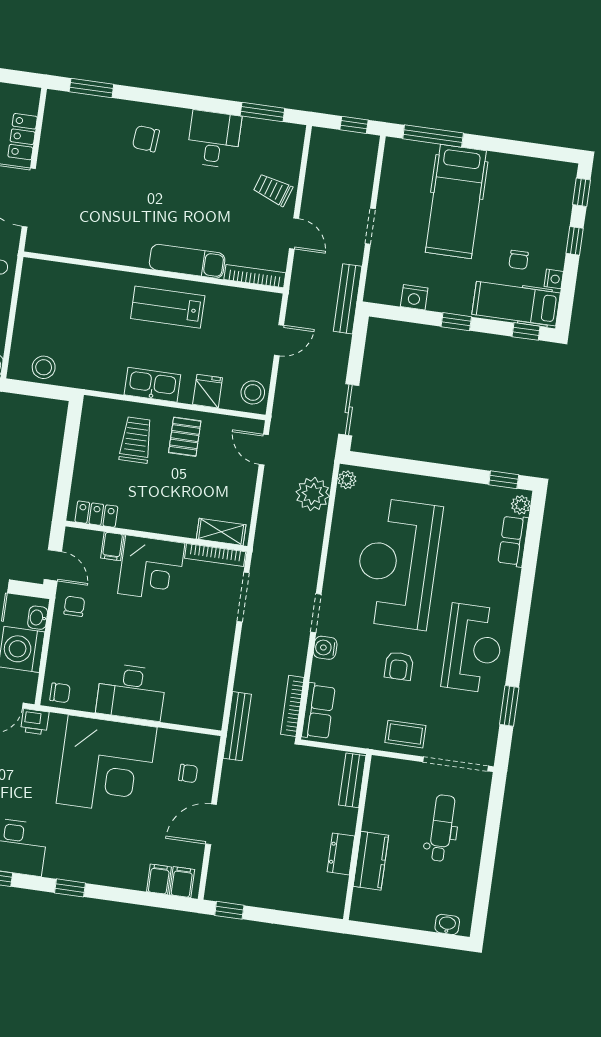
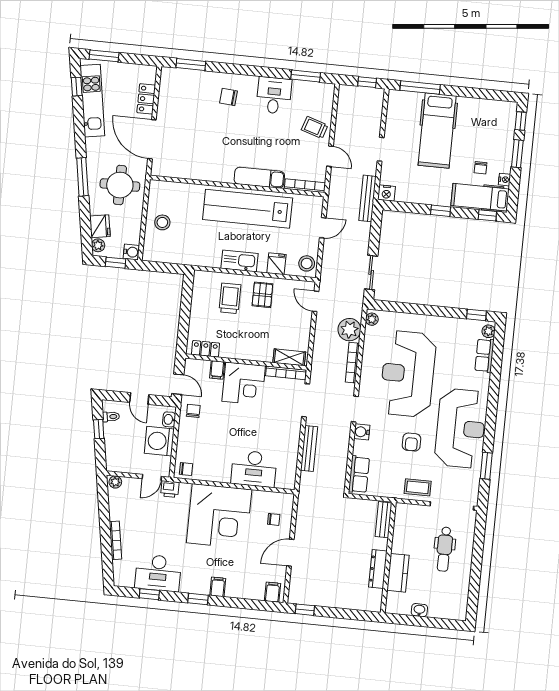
window: (575, 241) -> (517, 154), width x1.50
nightstand: (414, 297) -> (386, 193), moved
lab bench: (168, 307) -> (248, 209), width x1.86, depth x1.39
stool: (44, 367) -> (162, 222), moved
reception desk: (473, 648) -> (461, 428), width x1.36, depth x1.30
desk: (131, 692) -> (254, 469), moved
bookcase: (292, 706) -> (352, 363), moved
bench: (237, 726) -> (309, 449), moved
dental chair: (442, 828) -> (444, 549), turned 180
dresser: (341, 854) -> (378, 569), width x1.44
filing cabinet: (159, 879) -> (218, 587), moved
washbasin: (447, 924) -> (419, 610), moved

